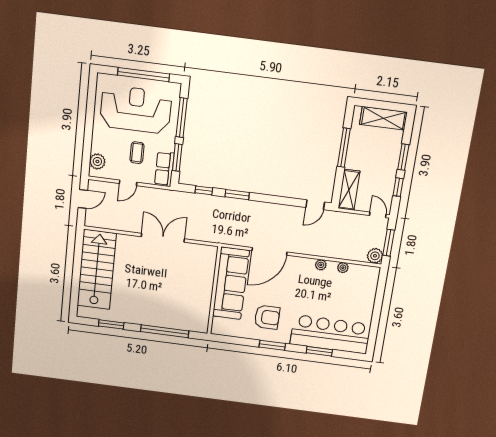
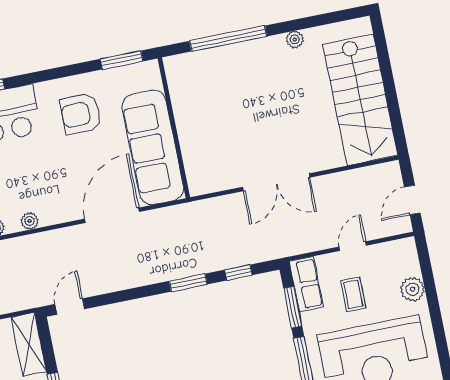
plant: (97, 161) -> (412, 289), moved
plant: (125, 318) -> (295, 39), added
window: (111, 324) -> (313, 22), removed
window: (272, 345) -> (122, 60), moved

